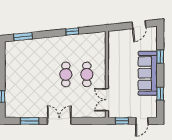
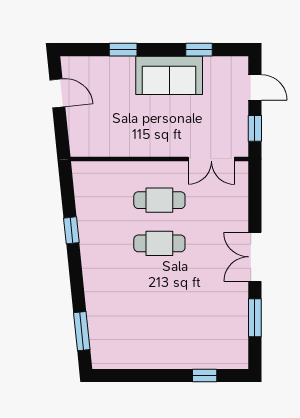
sofa: (148, 73) -> (169, 75), width x0.73

